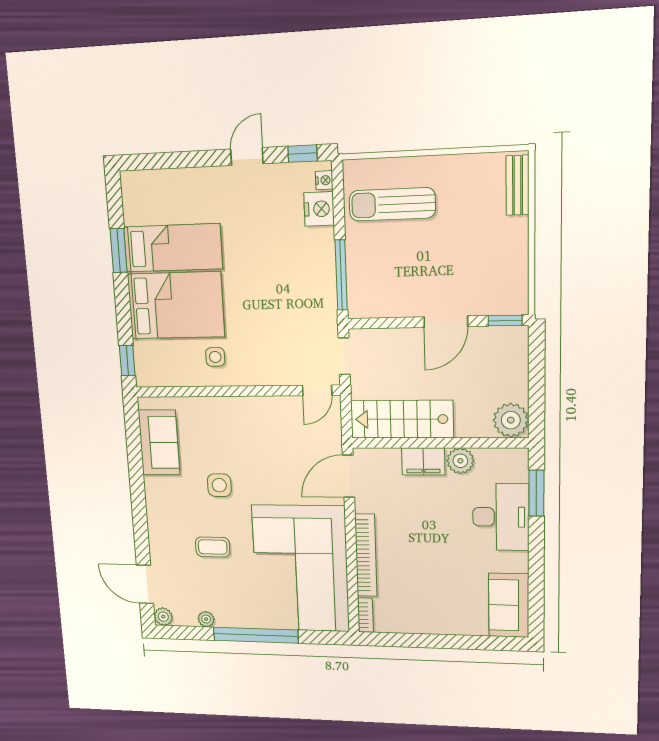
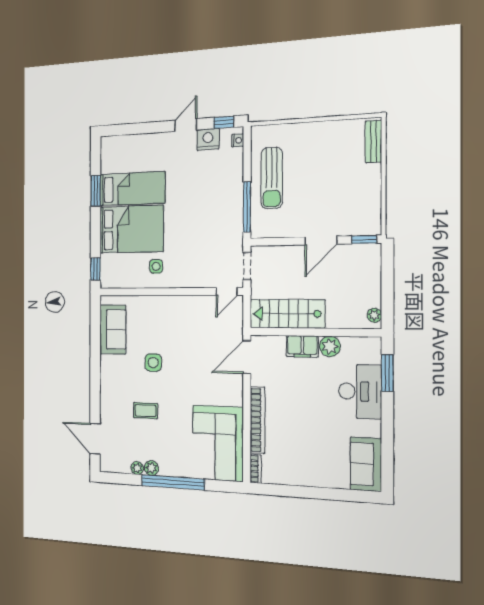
sun lounger: (392, 204) -> (272, 178), moved, turned -90
nightstand: (319, 209) -> (208, 139), moved, turned -90
plant: (511, 420) -> (374, 315), width x0.53, depth x0.53
corner sofa: (301, 568) -> (218, 443), width x0.73, depth x0.74
plant: (163, 617) -> (151, 468), moved

